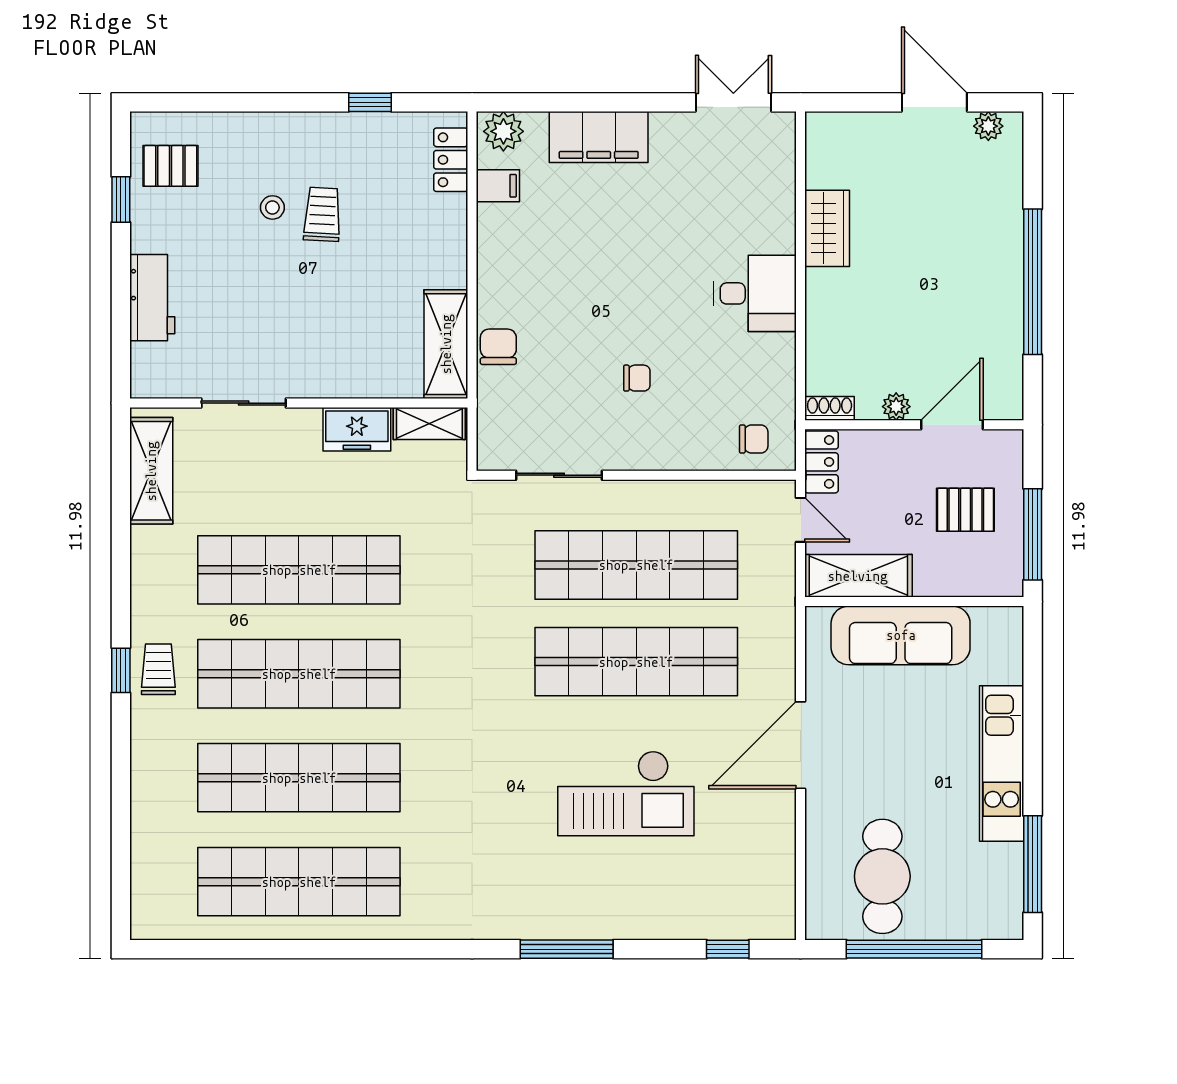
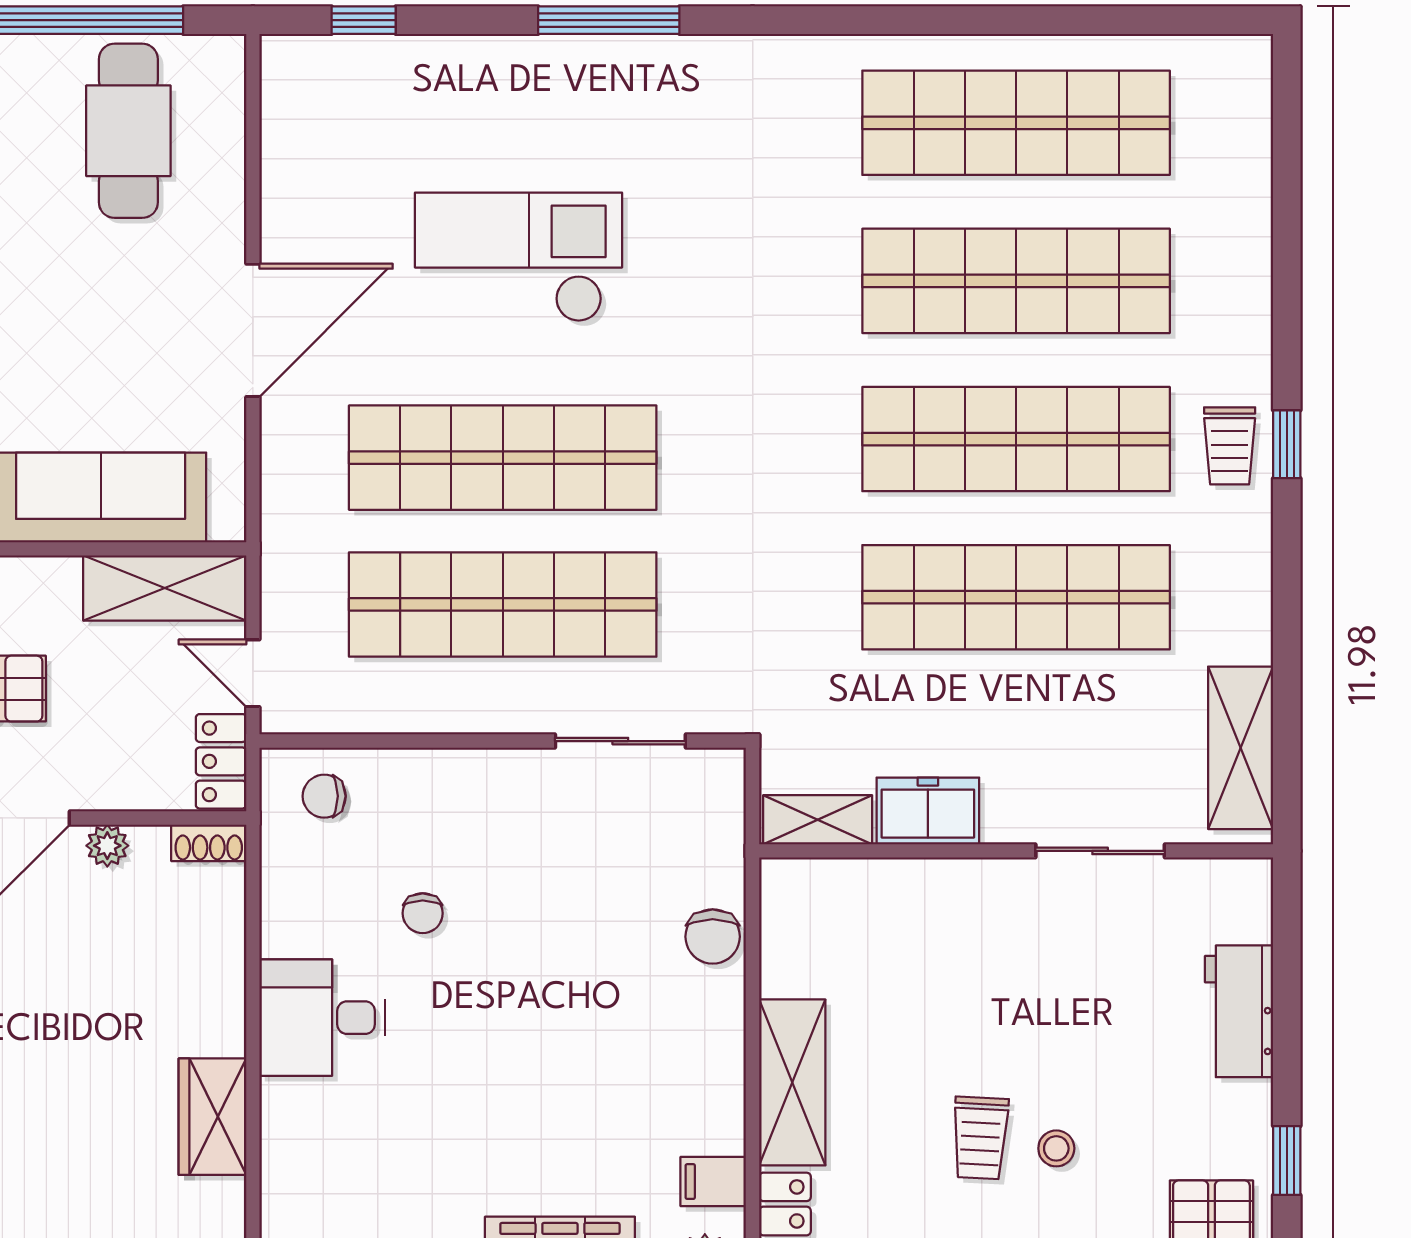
shelving: (446, 344) -> (792, 1082), moved
chair: (637, 378) -> (423, 913), moved, turned -90

